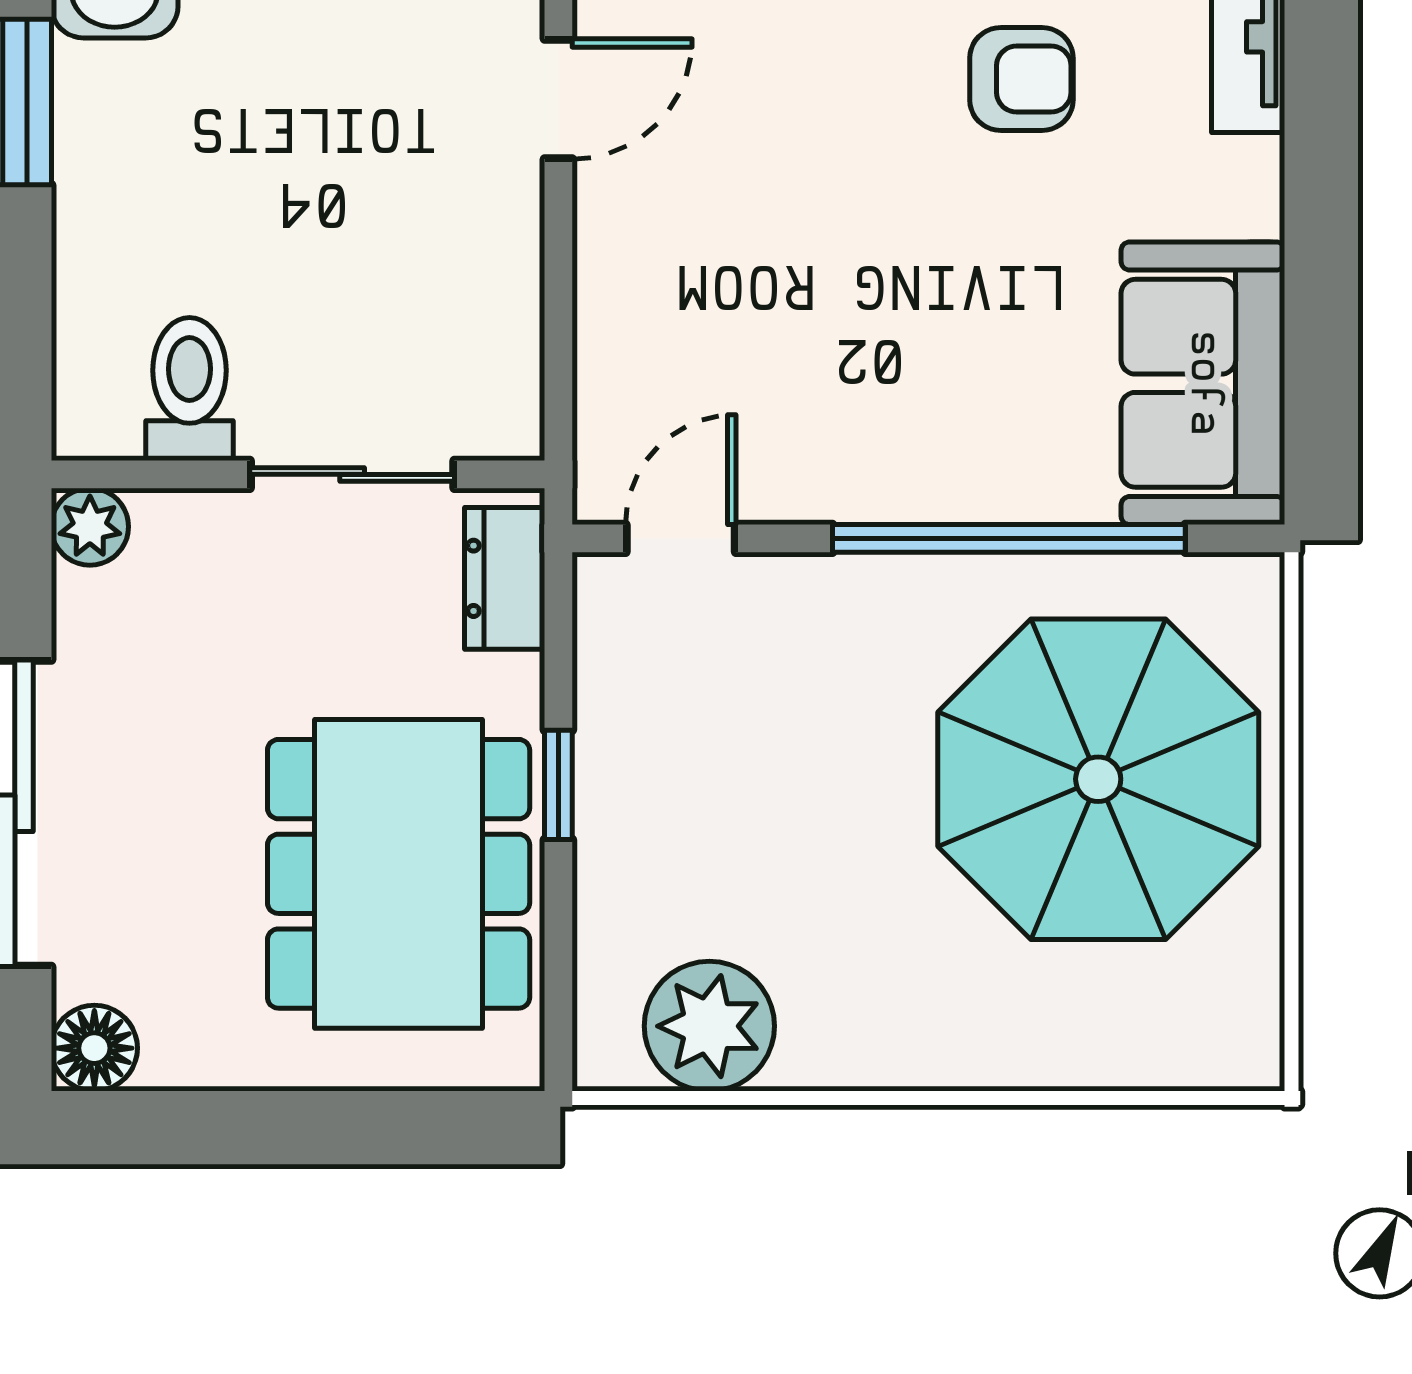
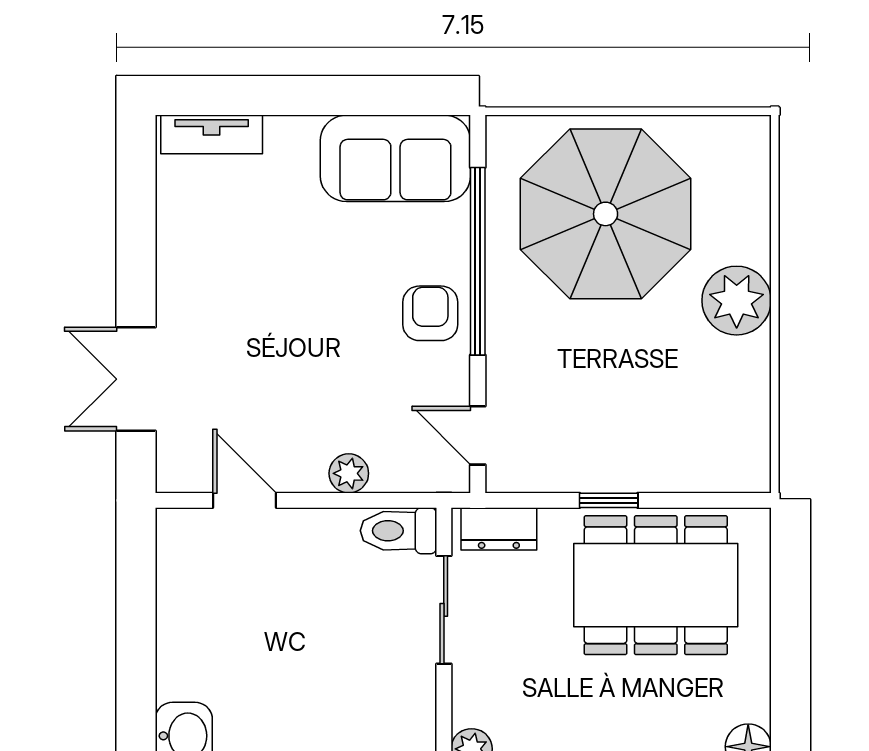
armchair: (1021, 79) -> (430, 313), moved
plant: (609, 295) -> (349, 473), added
toilet: (189, 389) -> (399, 531), moved
plant: (709, 1026) -> (737, 301), moved

